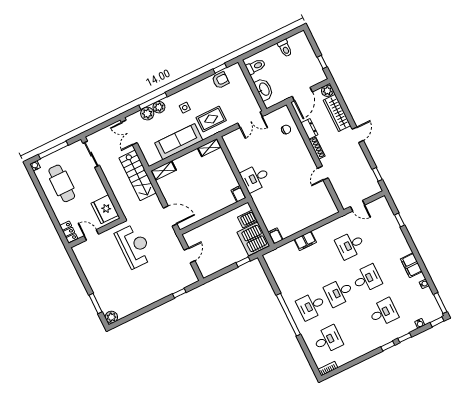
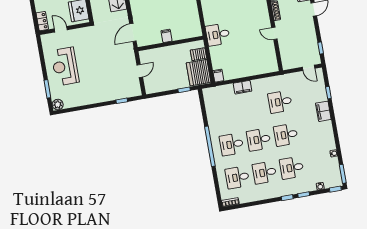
door: (323, 173) -> (274, 33), hinge flipped
desk: (255, 178) -> (218, 35), moved
filing cabinet: (239, 194) -> (166, 36), moved
door: (358, 206) -> (309, 68), moved
door: (170, 216) -> (133, 32), swing flipped
reception desk: (134, 246) -> (65, 66), moved, turned 180
filing cabinet: (411, 265) -> (323, 111), moved
desk: (367, 279) -> (286, 135), turned 180
desk: (383, 312) -> (292, 168), turned 180
desk: (356, 326) -> (265, 173), added
desk: (328, 340) -> (237, 177), turned 180

